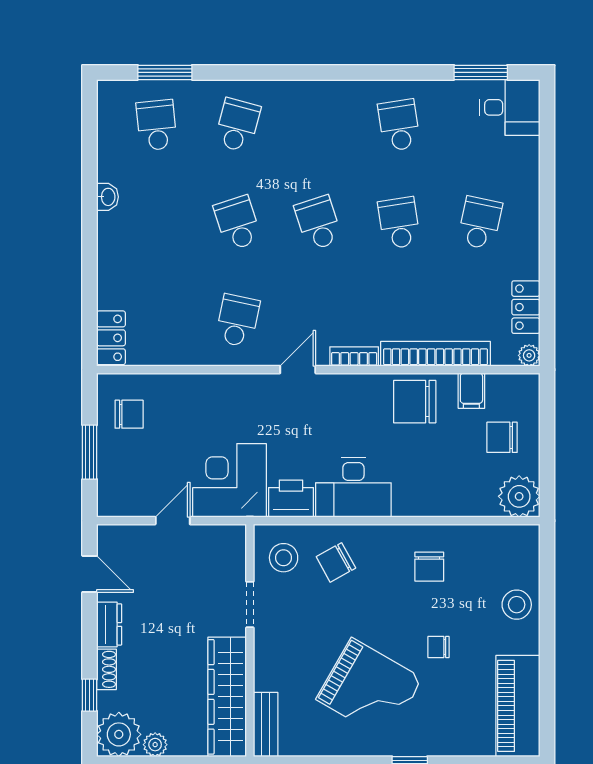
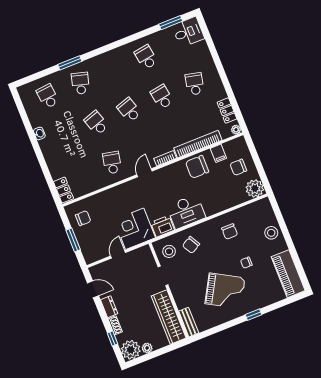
window: (165, 72) -> (70, 63), moved

